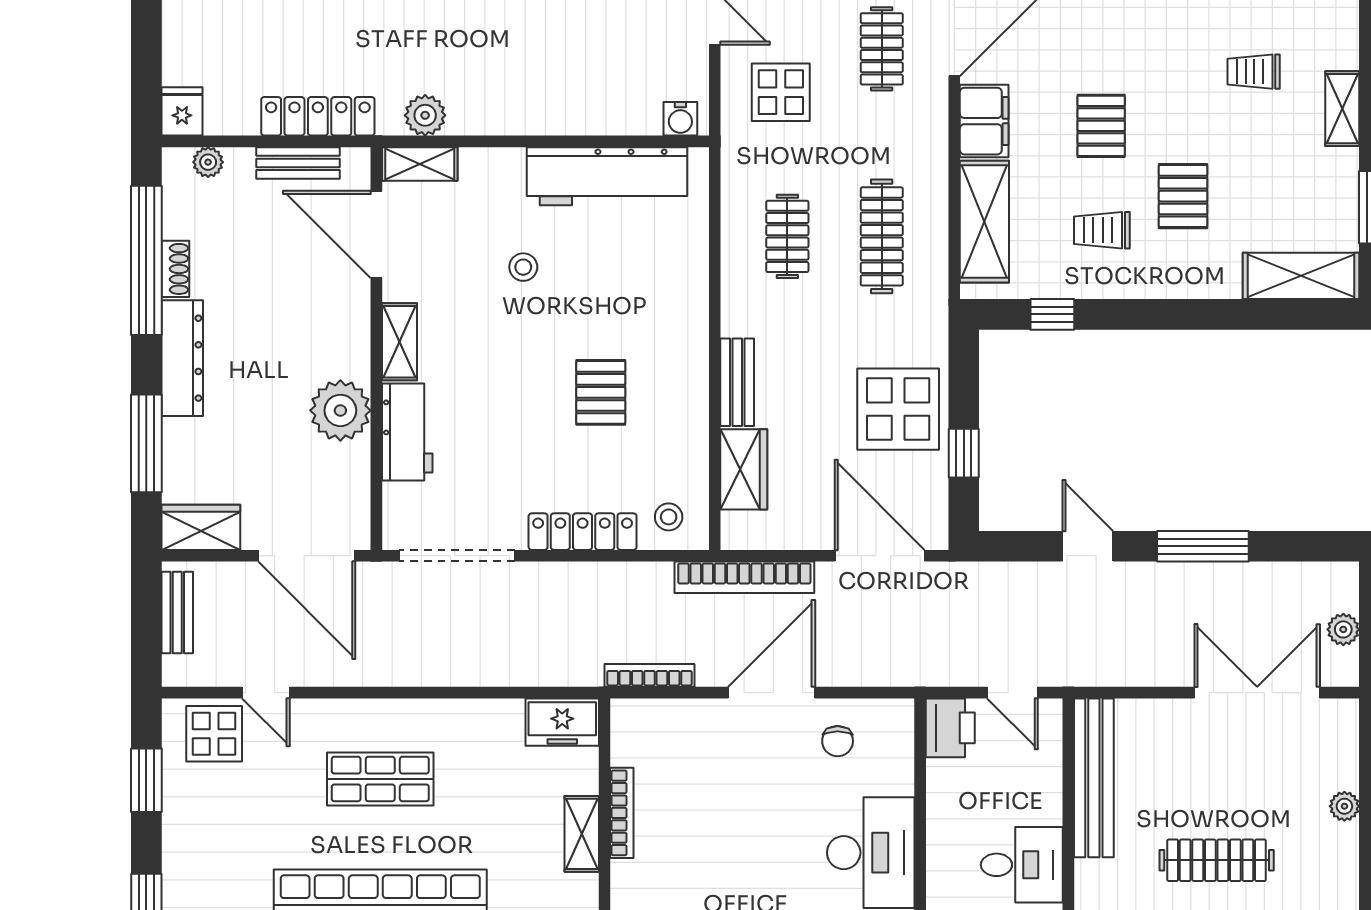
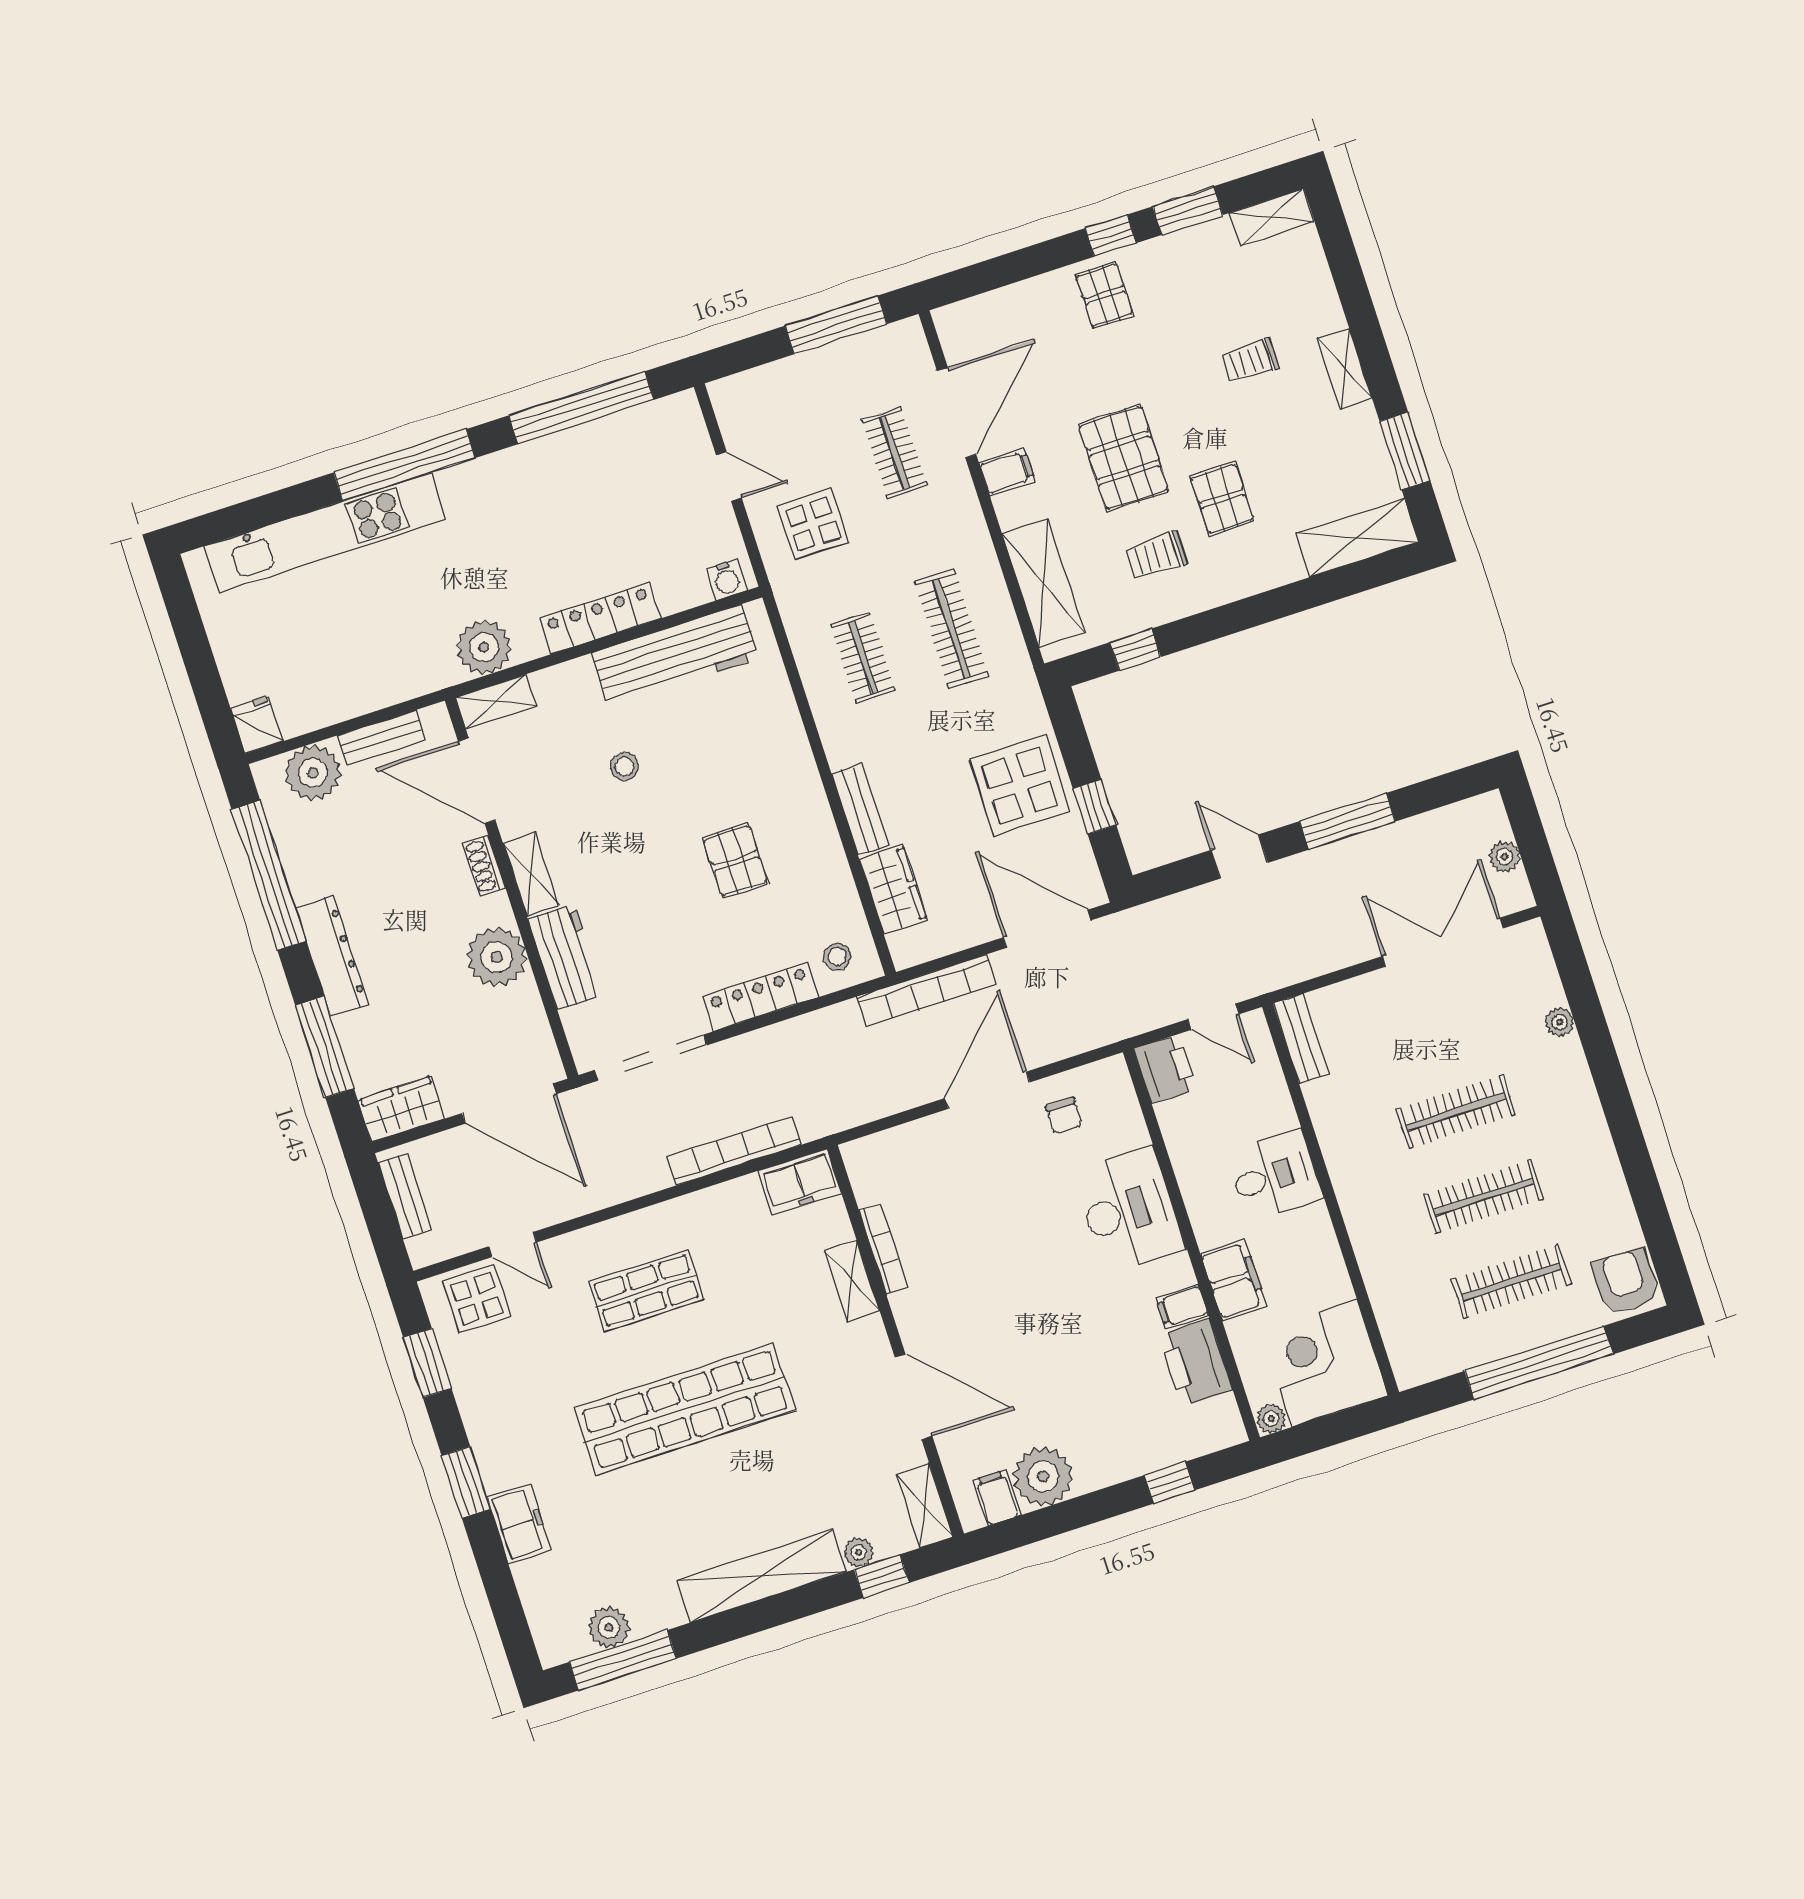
plant: (425, 115) -> (484, 647), width x1.36, depth x1.36
locker: (318, 116) -> (600, 618), moved
filing cabinet: (984, 121) -> (1007, 472), width x0.50
pallet: (1101, 126) -> (1124, 458), width x1.50, depth x1.42
plant: (208, 162) -> (313, 773), width x1.88, depth x1.88
shoe rack: (175, 269) -> (484, 865), moved, turned 180
bookcase: (650, 675) -> (734, 1151), moved, width x1.48, depth x1.31
bench: (1094, 778) -> (1301, 1038), width x0.54, depth x0.82

